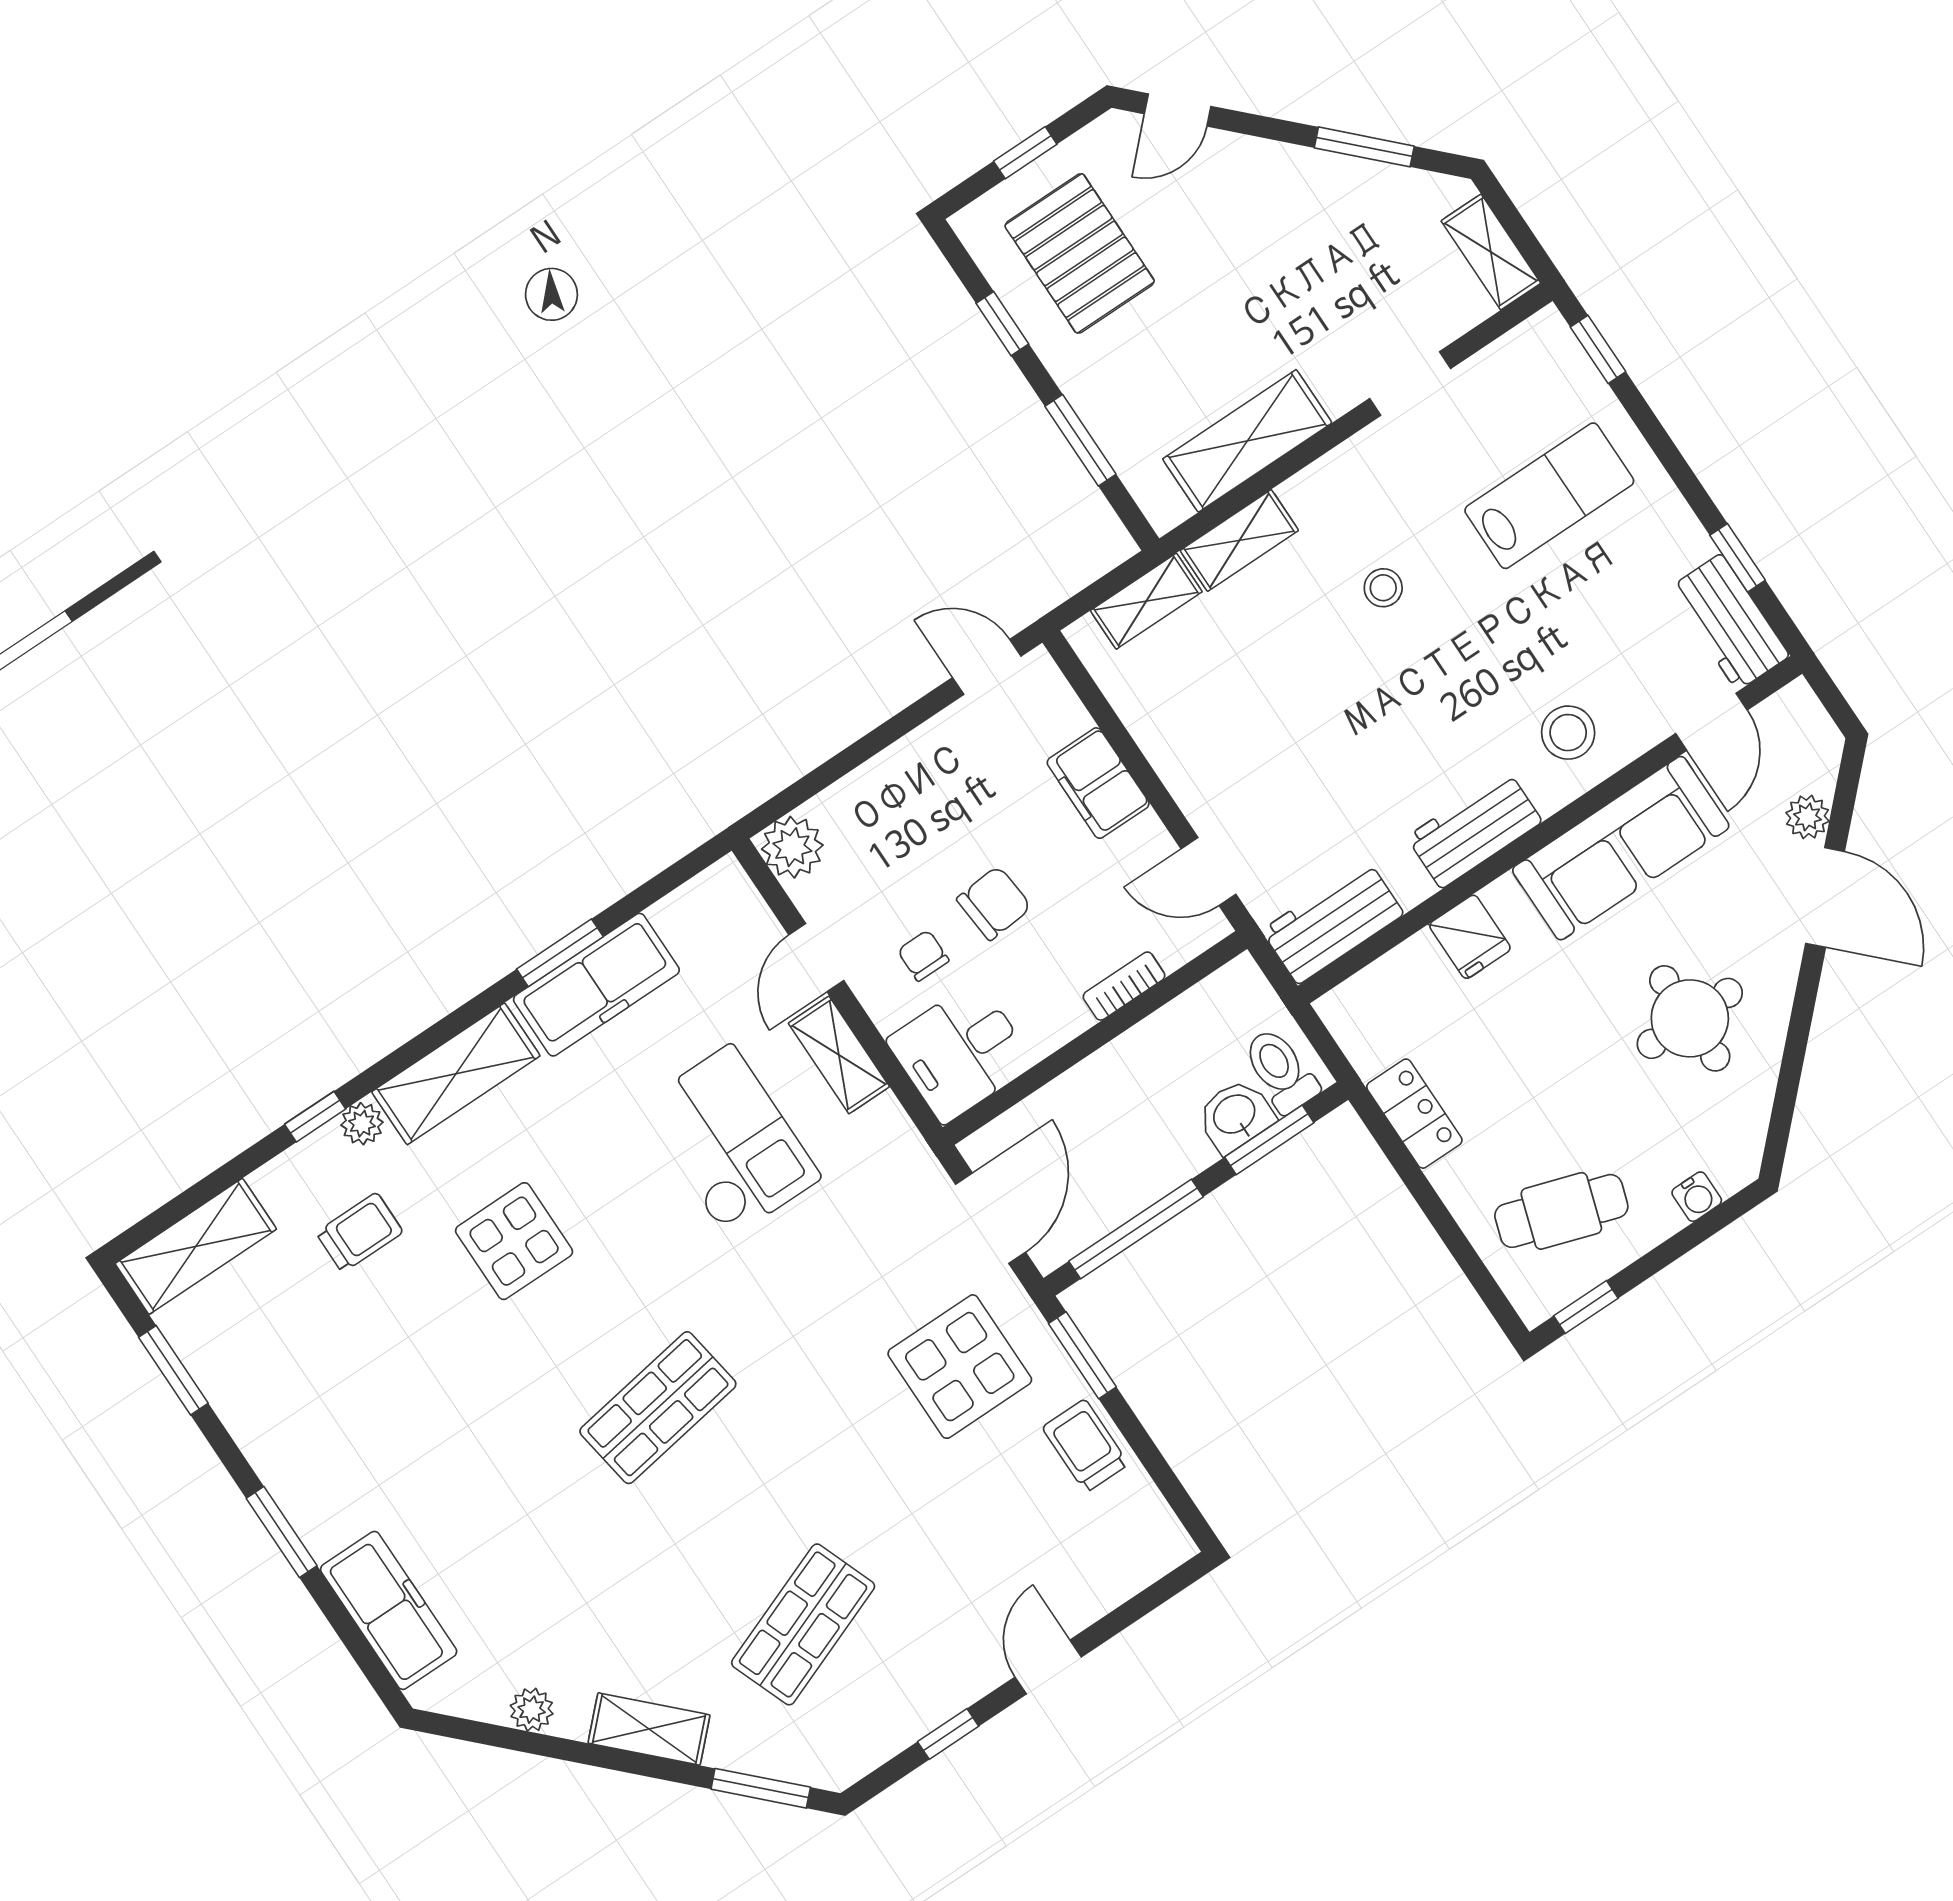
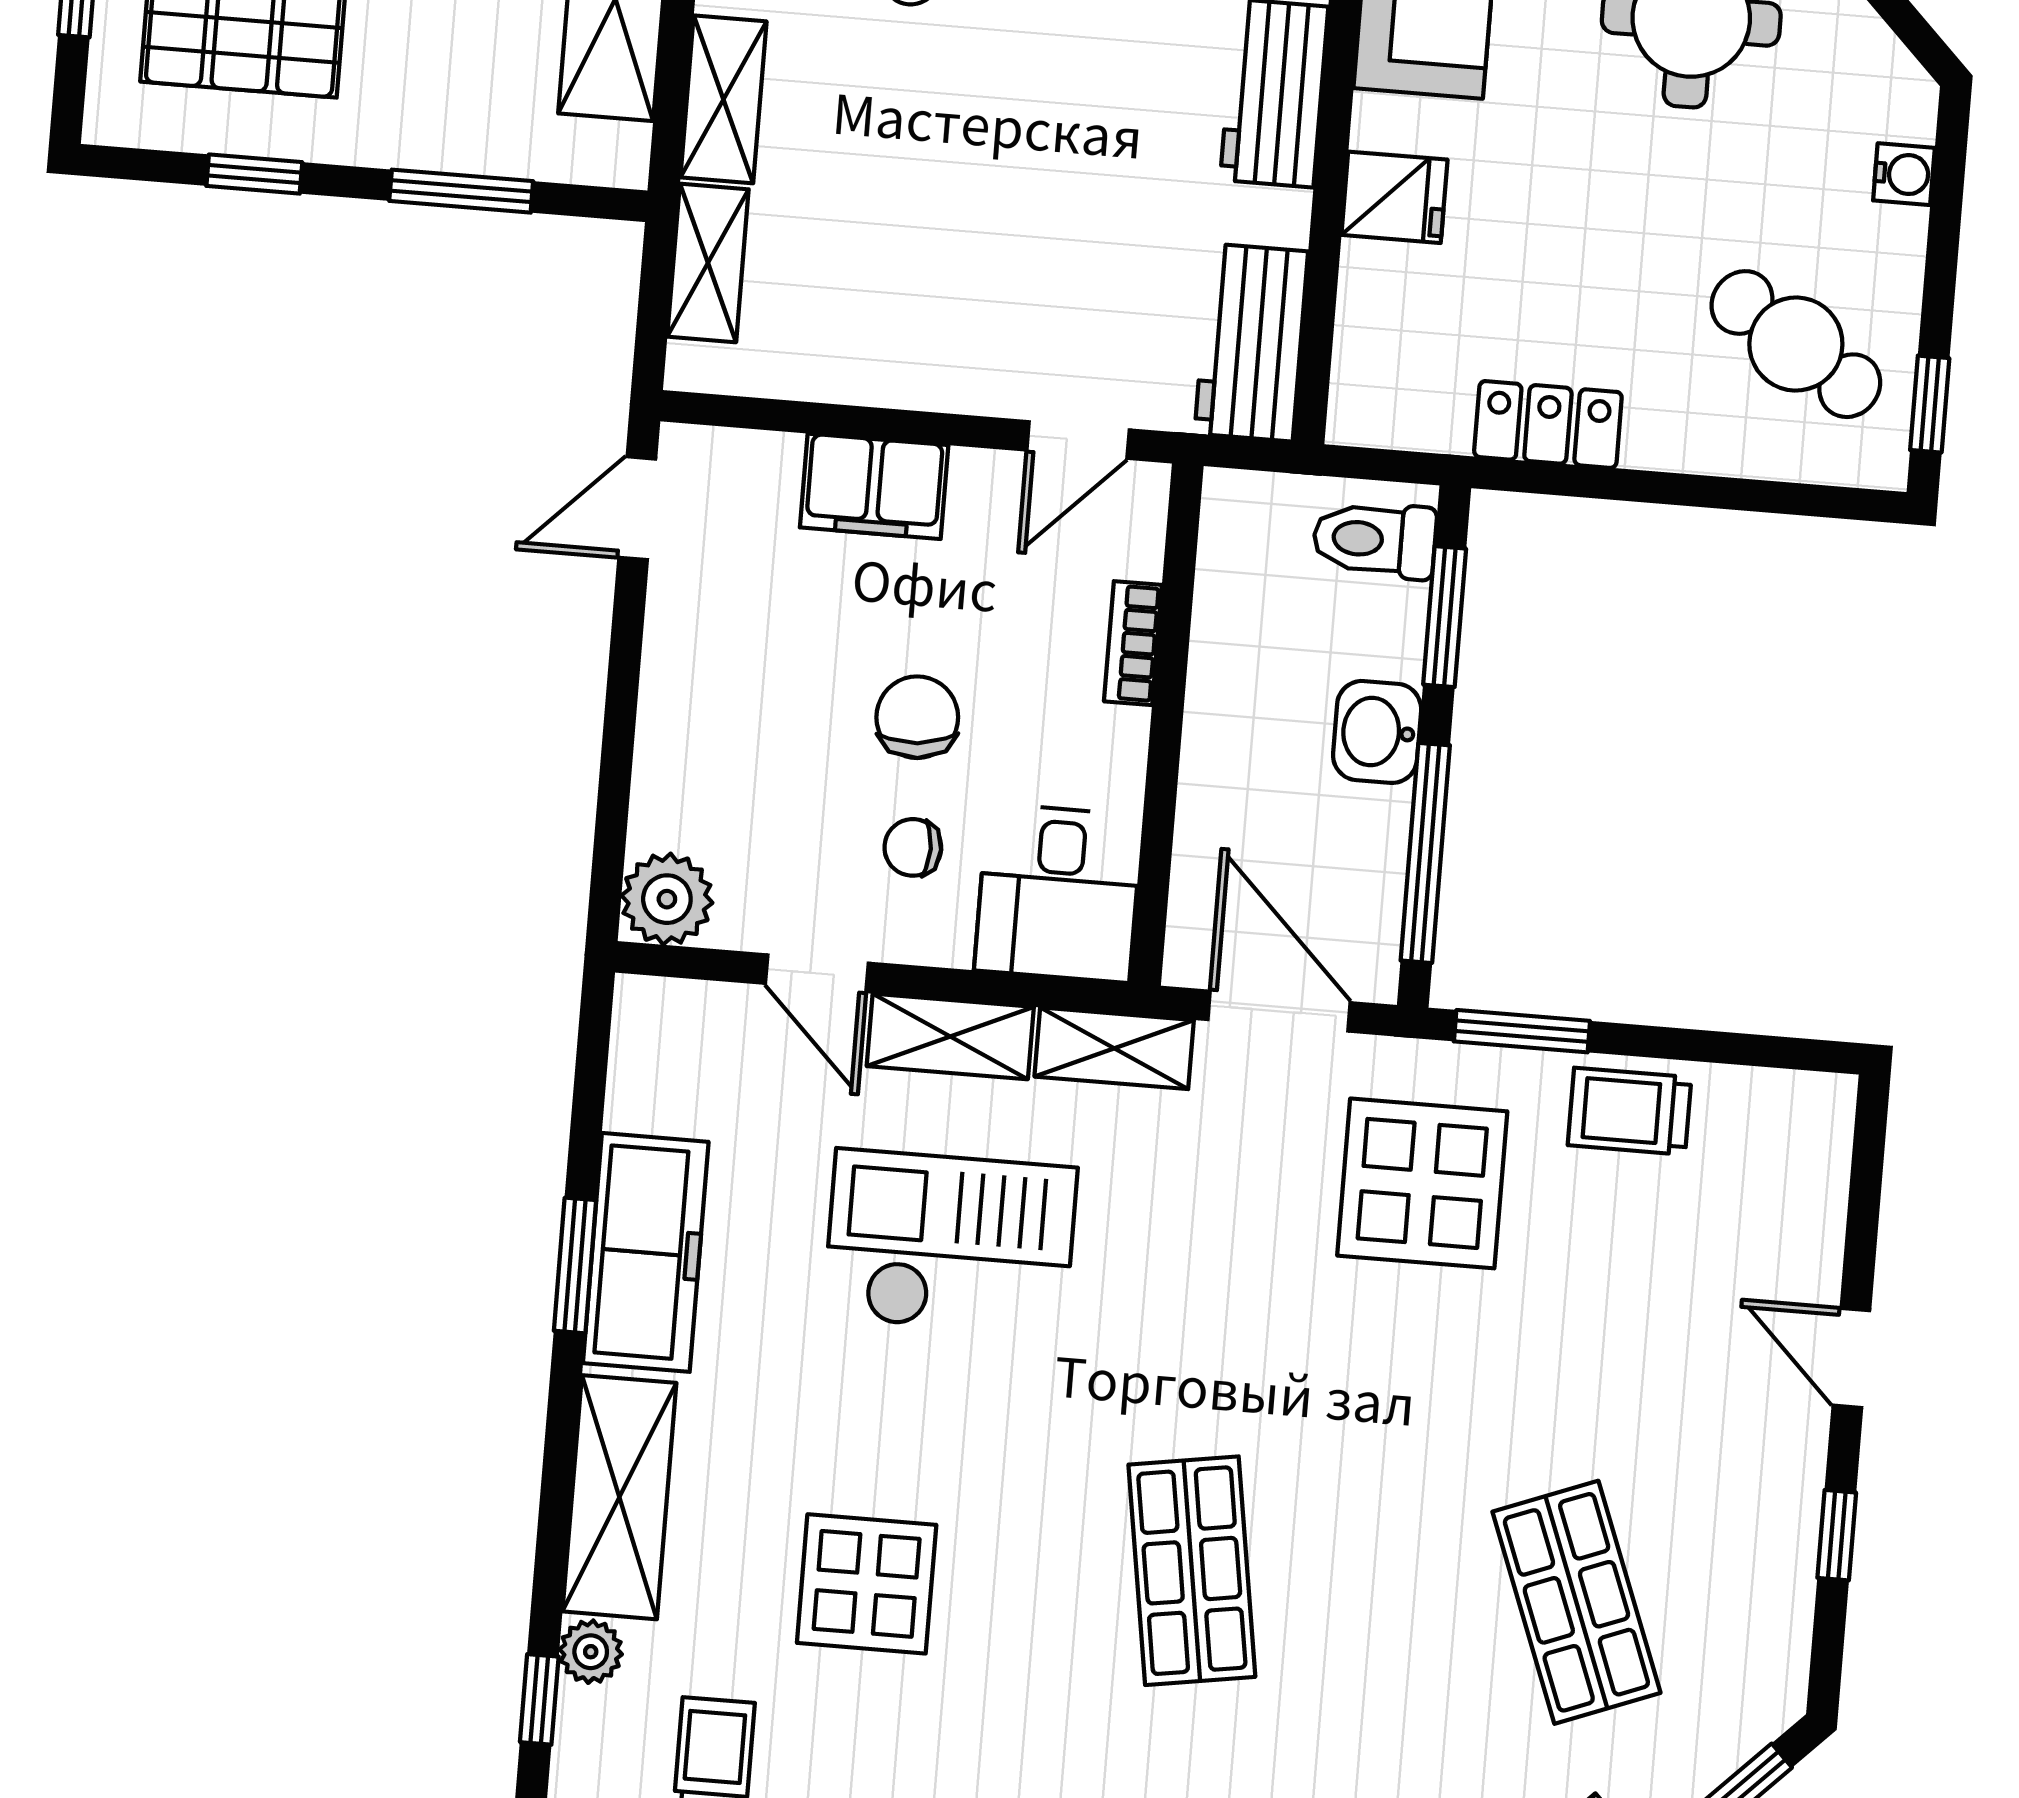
washbasin: (1235, 1115) -> (1377, 732), moved
shelving: (902, 1147) -> (1114, 1048), added
cafe table: (1561, 1211) -> (1796, 344), turned -75

